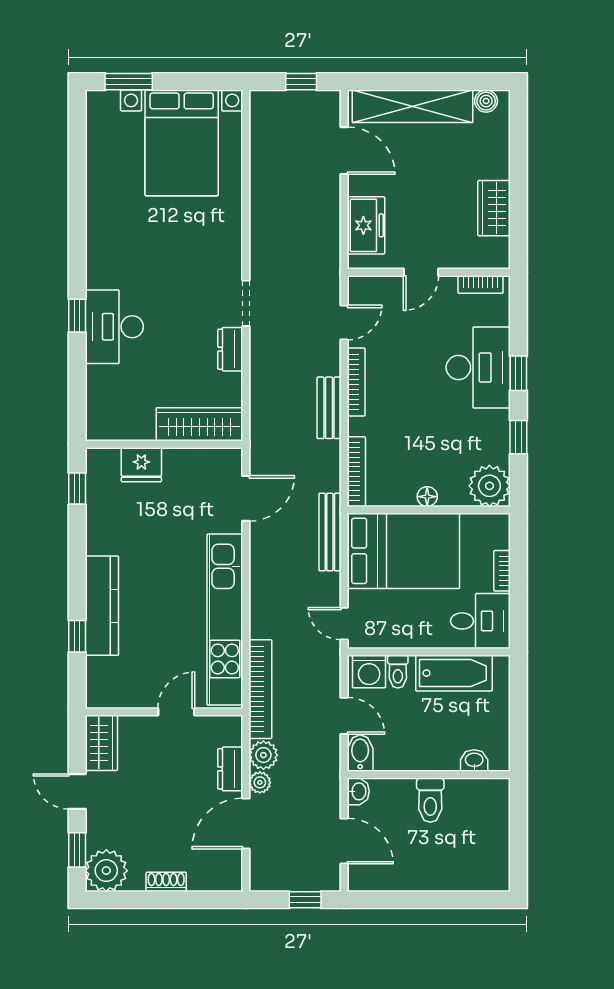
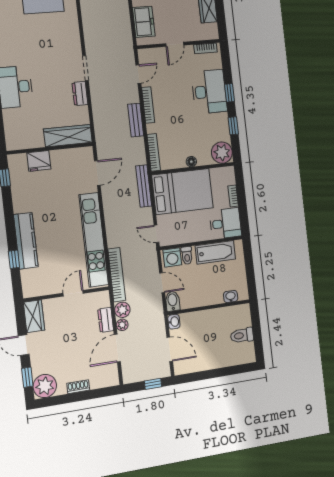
toilet: (430, 800) -> (242, 335), moved, turned 90

